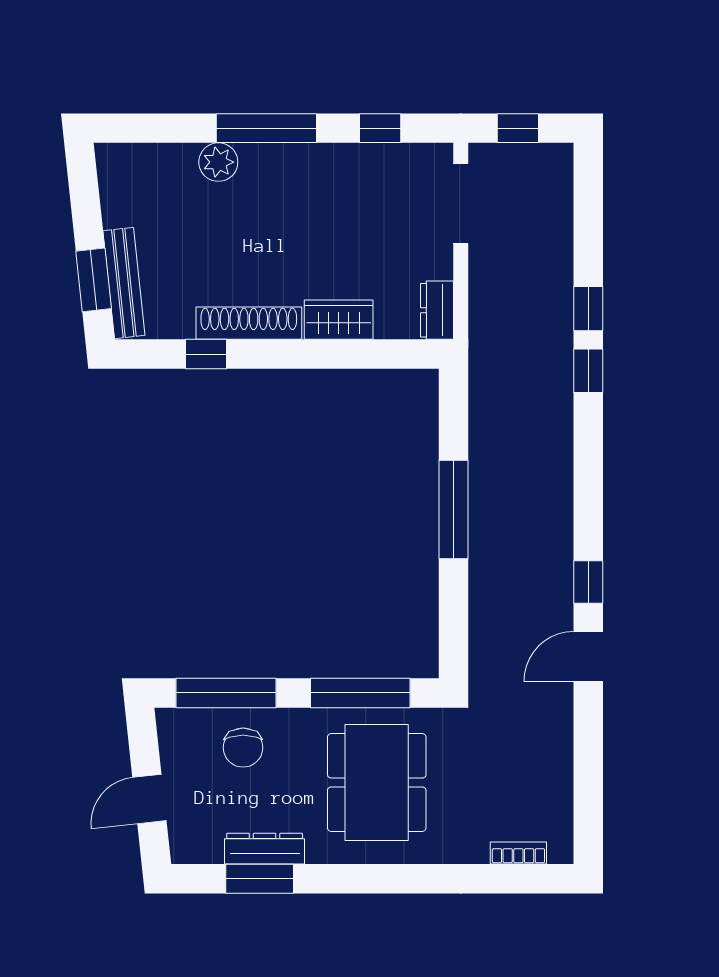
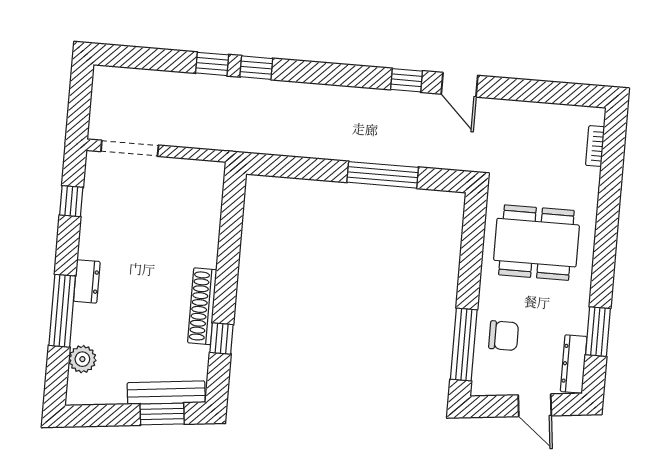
window: (266, 128) -> (62, 311), moved
window: (518, 128) -> (80, 103), removed
plant: (218, 162) -> (82, 359), moved
dresser: (437, 310) -> (87, 281), moved, turned -90
wardrobe: (339, 320) -> (205, 242), removed
window: (453, 510) -> (383, 175), moved
window: (360, 693) -> (472, 249), removed
dresser: (265, 849) -> (574, 364), moved

